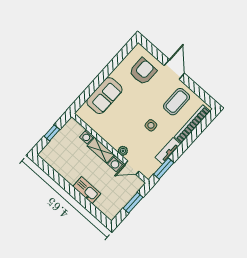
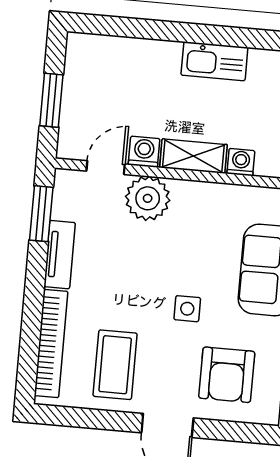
side table: (151, 125) -> (187, 309), moved
plant: (123, 151) -> (148, 198), width x1.88, depth x1.88
kitchen sink: (87, 190) -> (214, 61), moved

